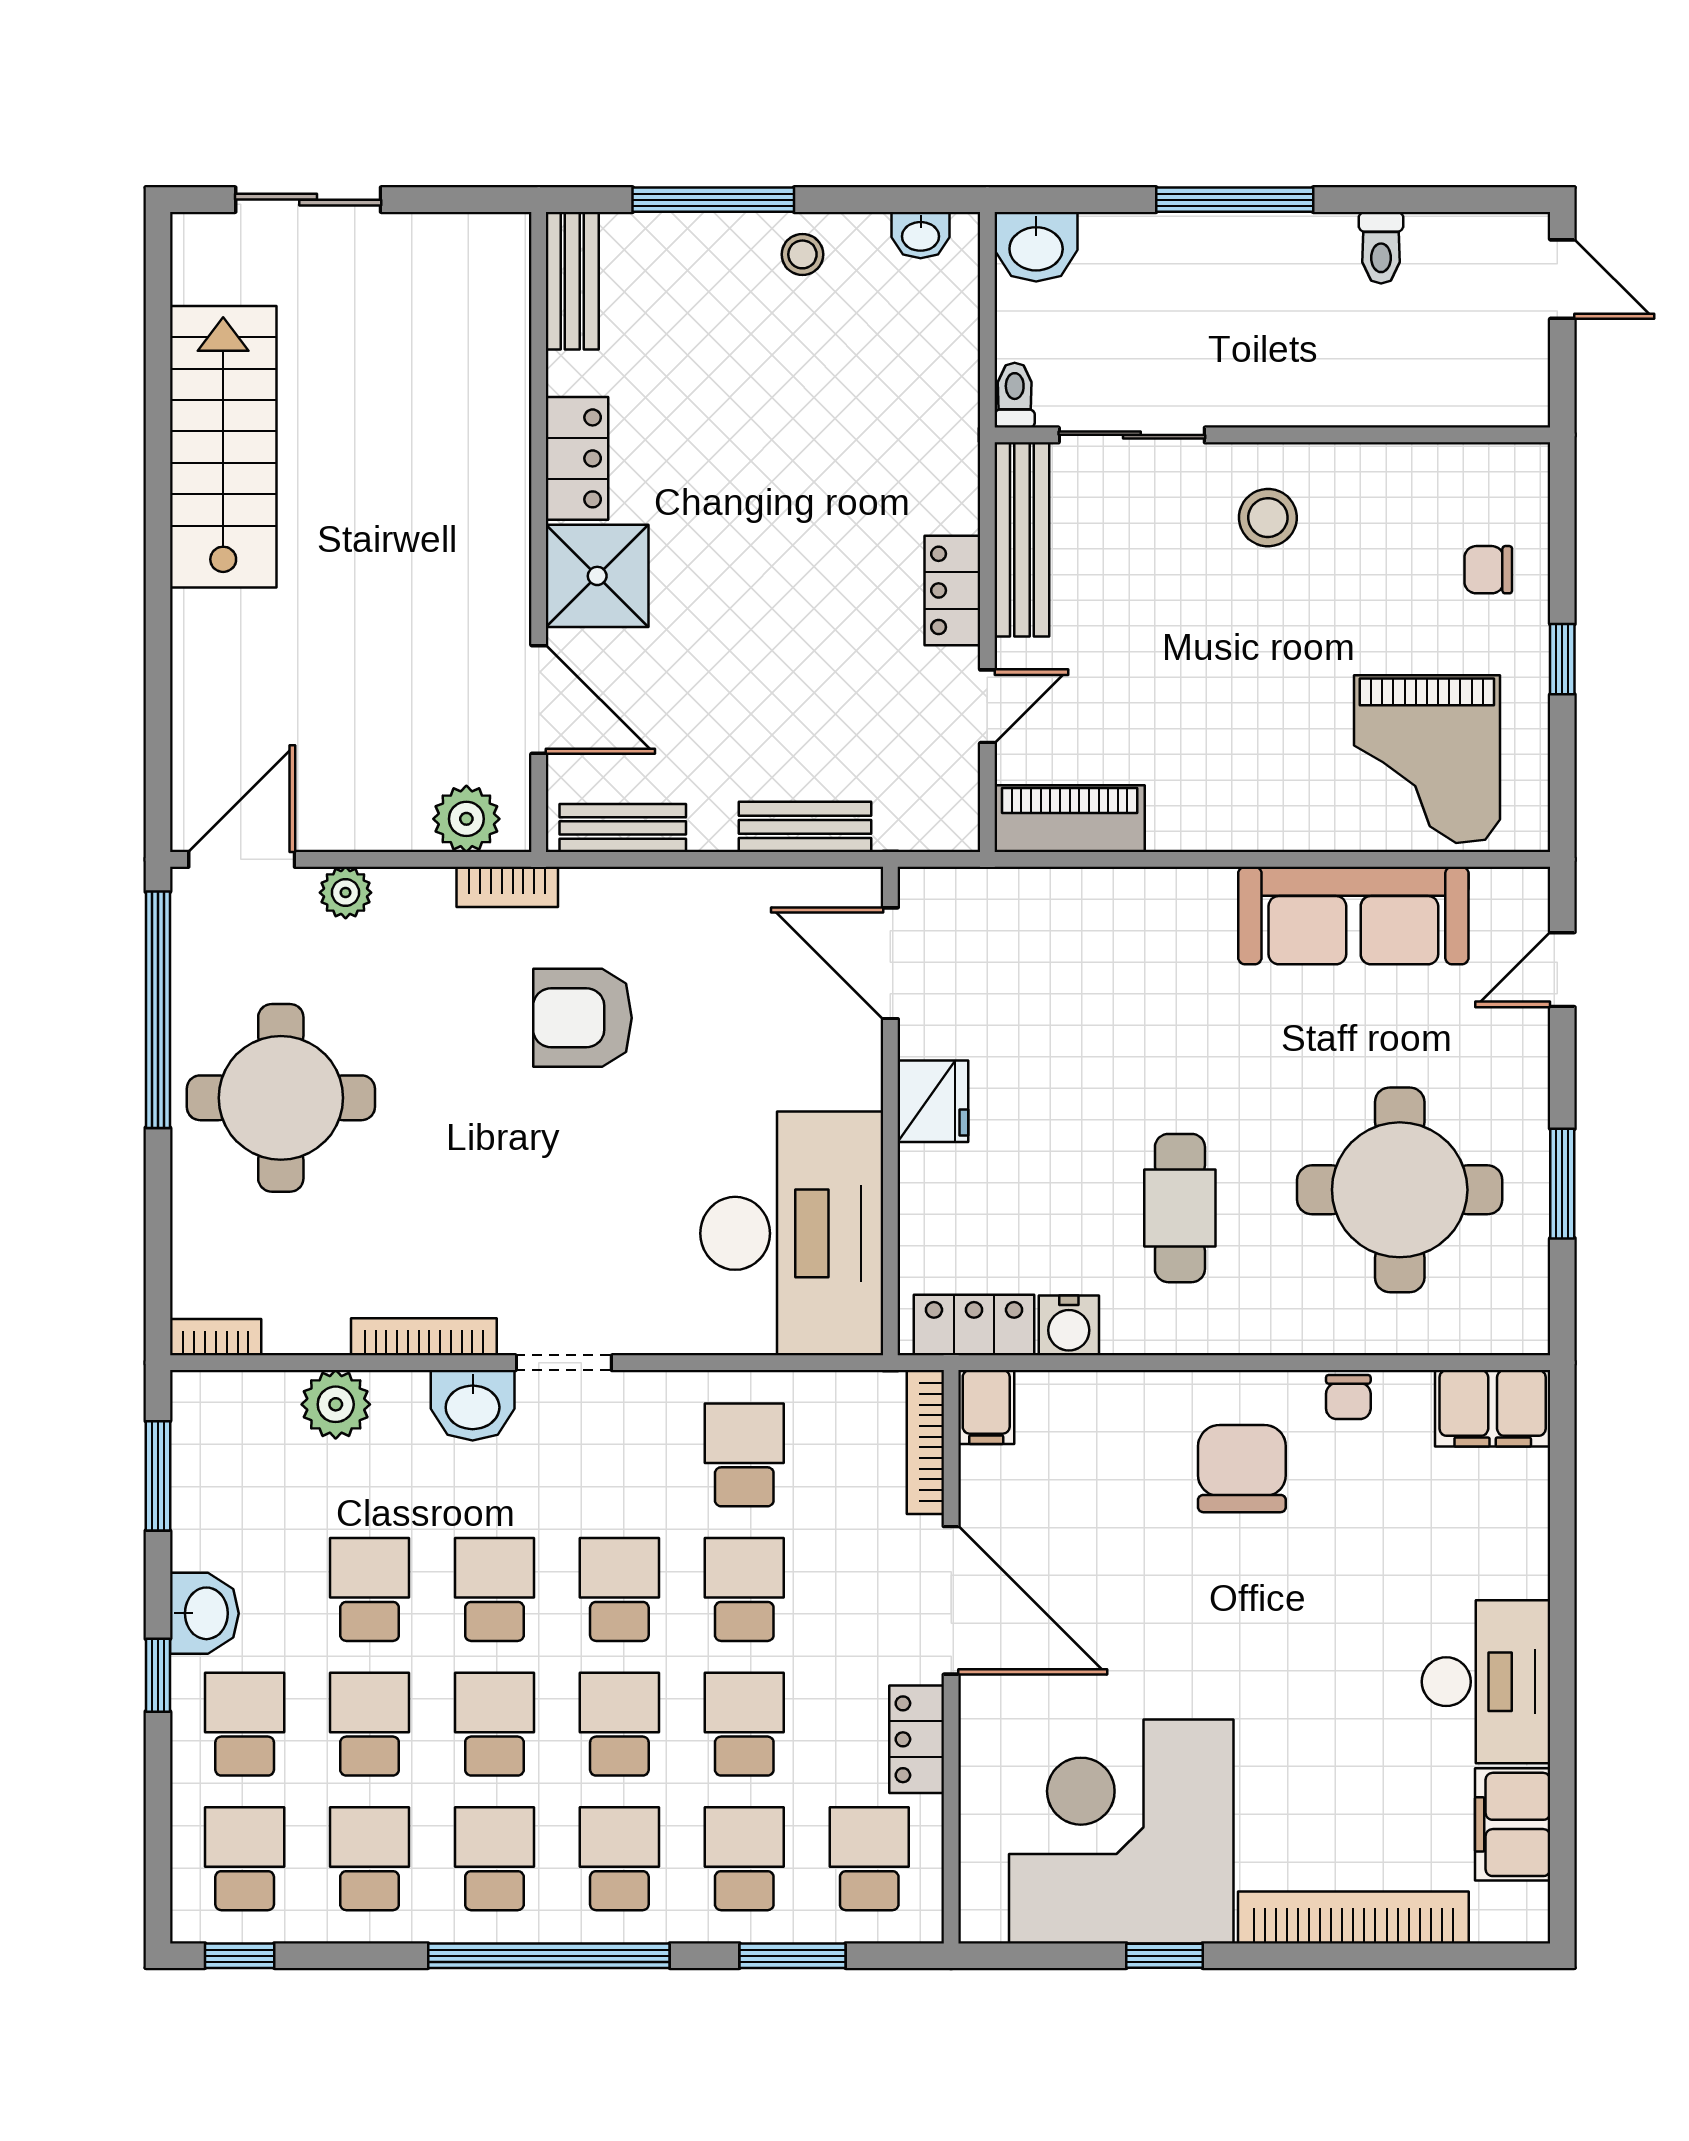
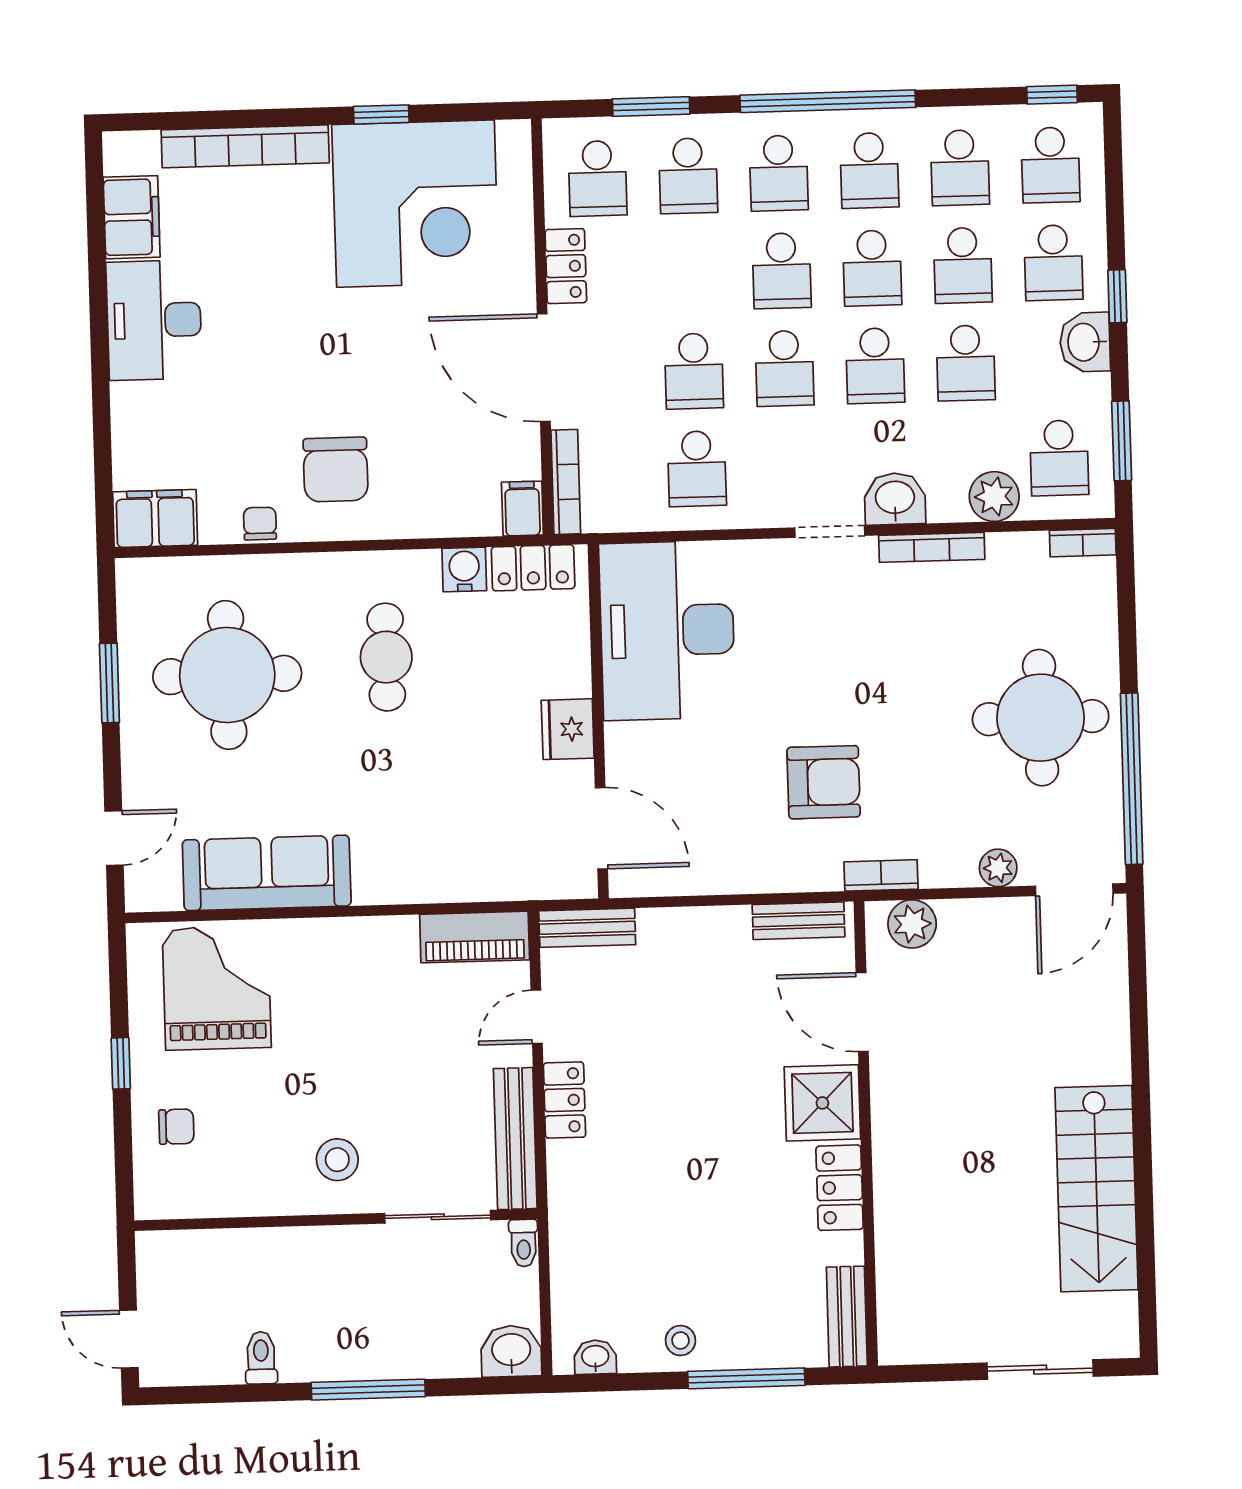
bench: (805, 827) -> (587, 928), moved
school desk: (744, 1724) -> (1059, 458), moved

